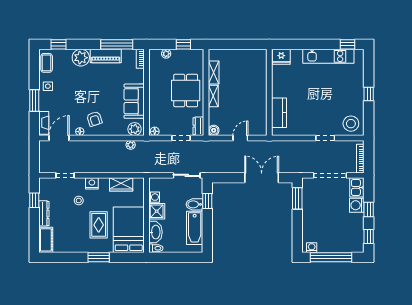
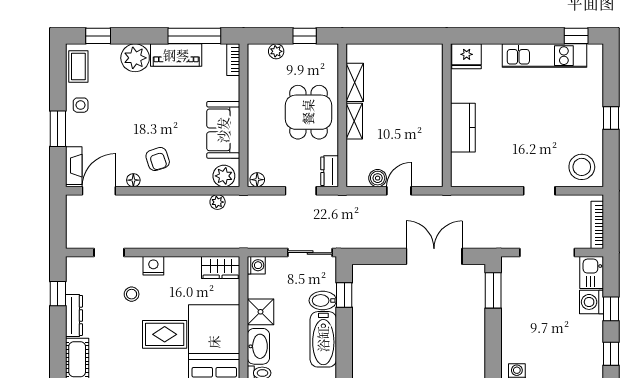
kitchen counter: (279, 113) -> (463, 128), moved
boiler: (214, 130) -> (378, 178), moved
wardrobe: (121, 184) -> (221, 267), moved
washing machine: (154, 197) -> (256, 265), moved
rug: (99, 225) -> (165, 334), turned 90

